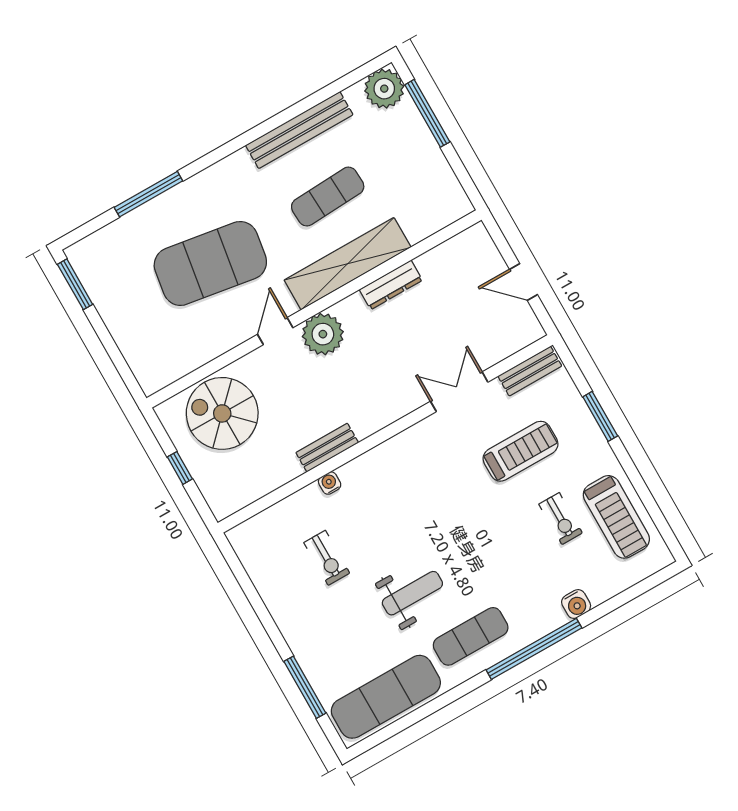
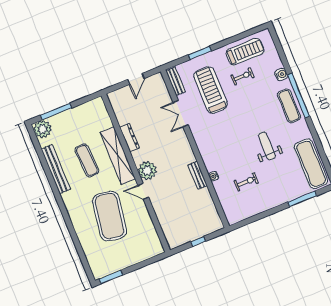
window: (148, 194) -> (75, 239), removed
spiral stairs: (222, 413) -> (176, 220), removed
treadmill: (521, 451) -> (211, 90), width x1.37, depth x1.38
exercise mat: (471, 636) -> (289, 106), moved

